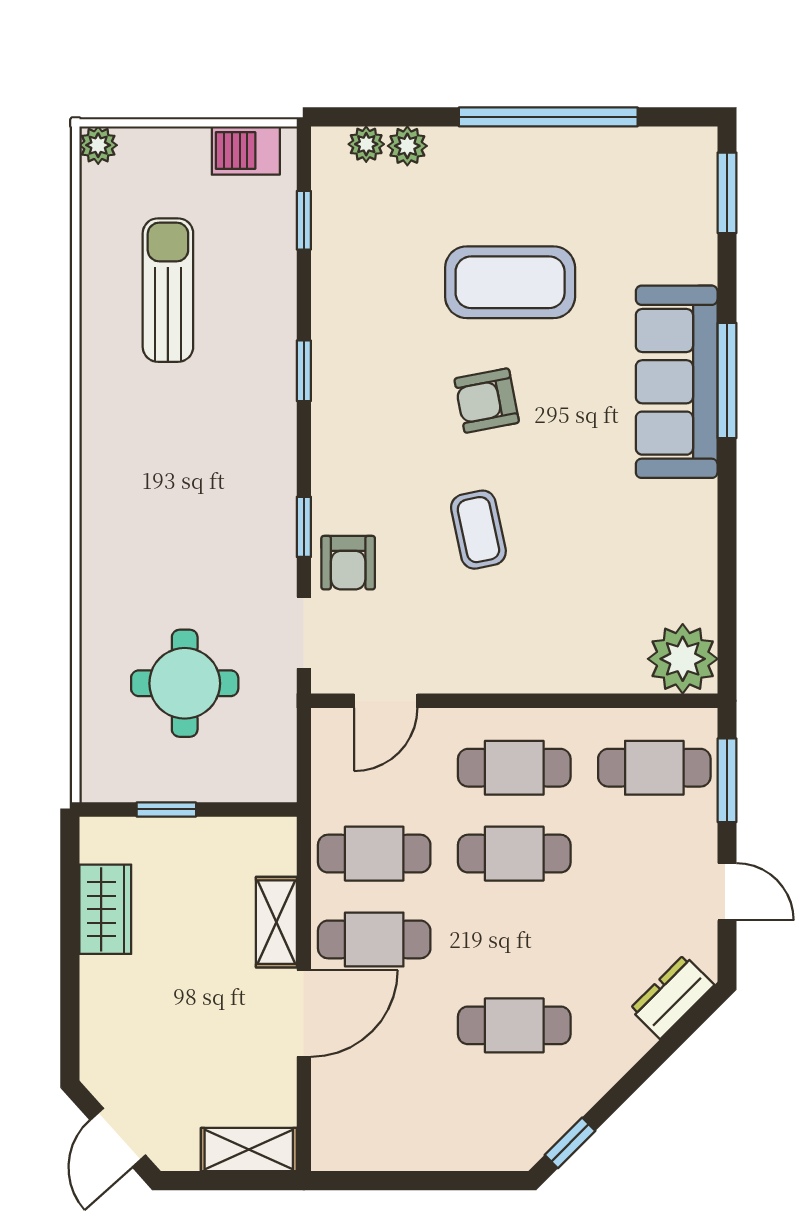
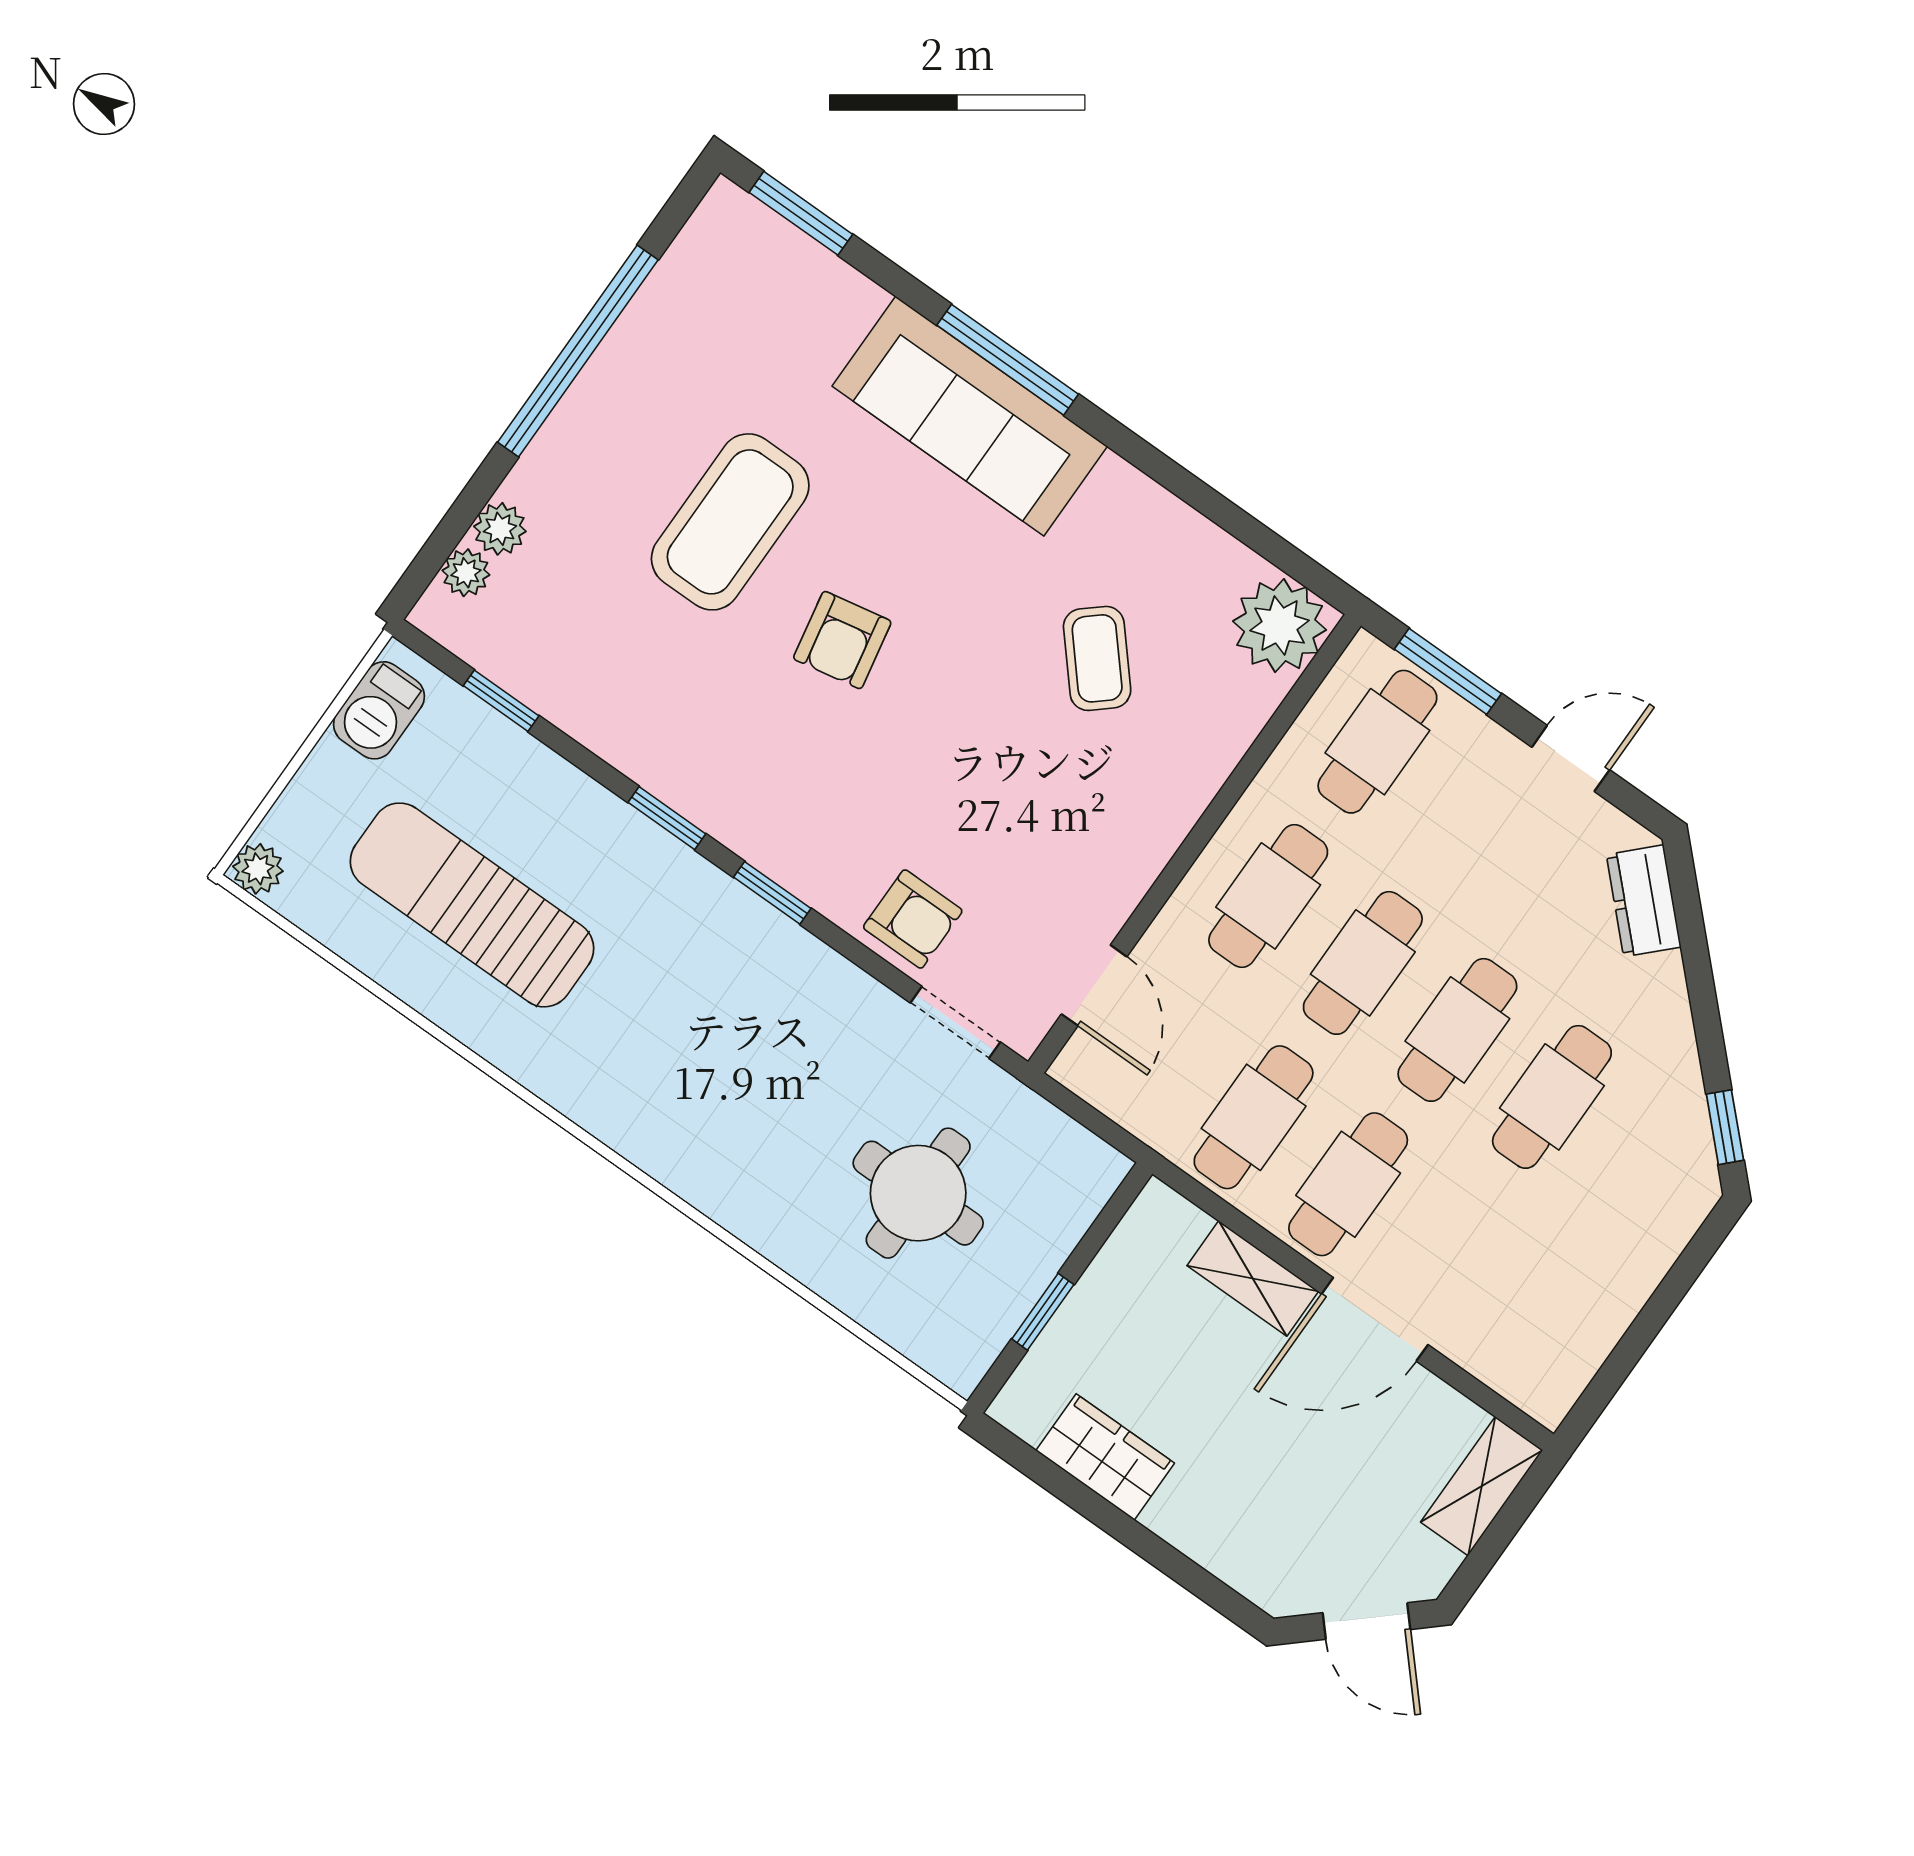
sun lounger: (168, 290) -> (472, 905), width x1.36, depth x1.34
window: (304, 527) -> (772, 893), moved
coffee table: (478, 530) -> (1097, 658), moved, turned 61
cafe table: (514, 939) -> (1457, 1030), added
door: (304, 1013) -> (1375, 1319), swing flipped

